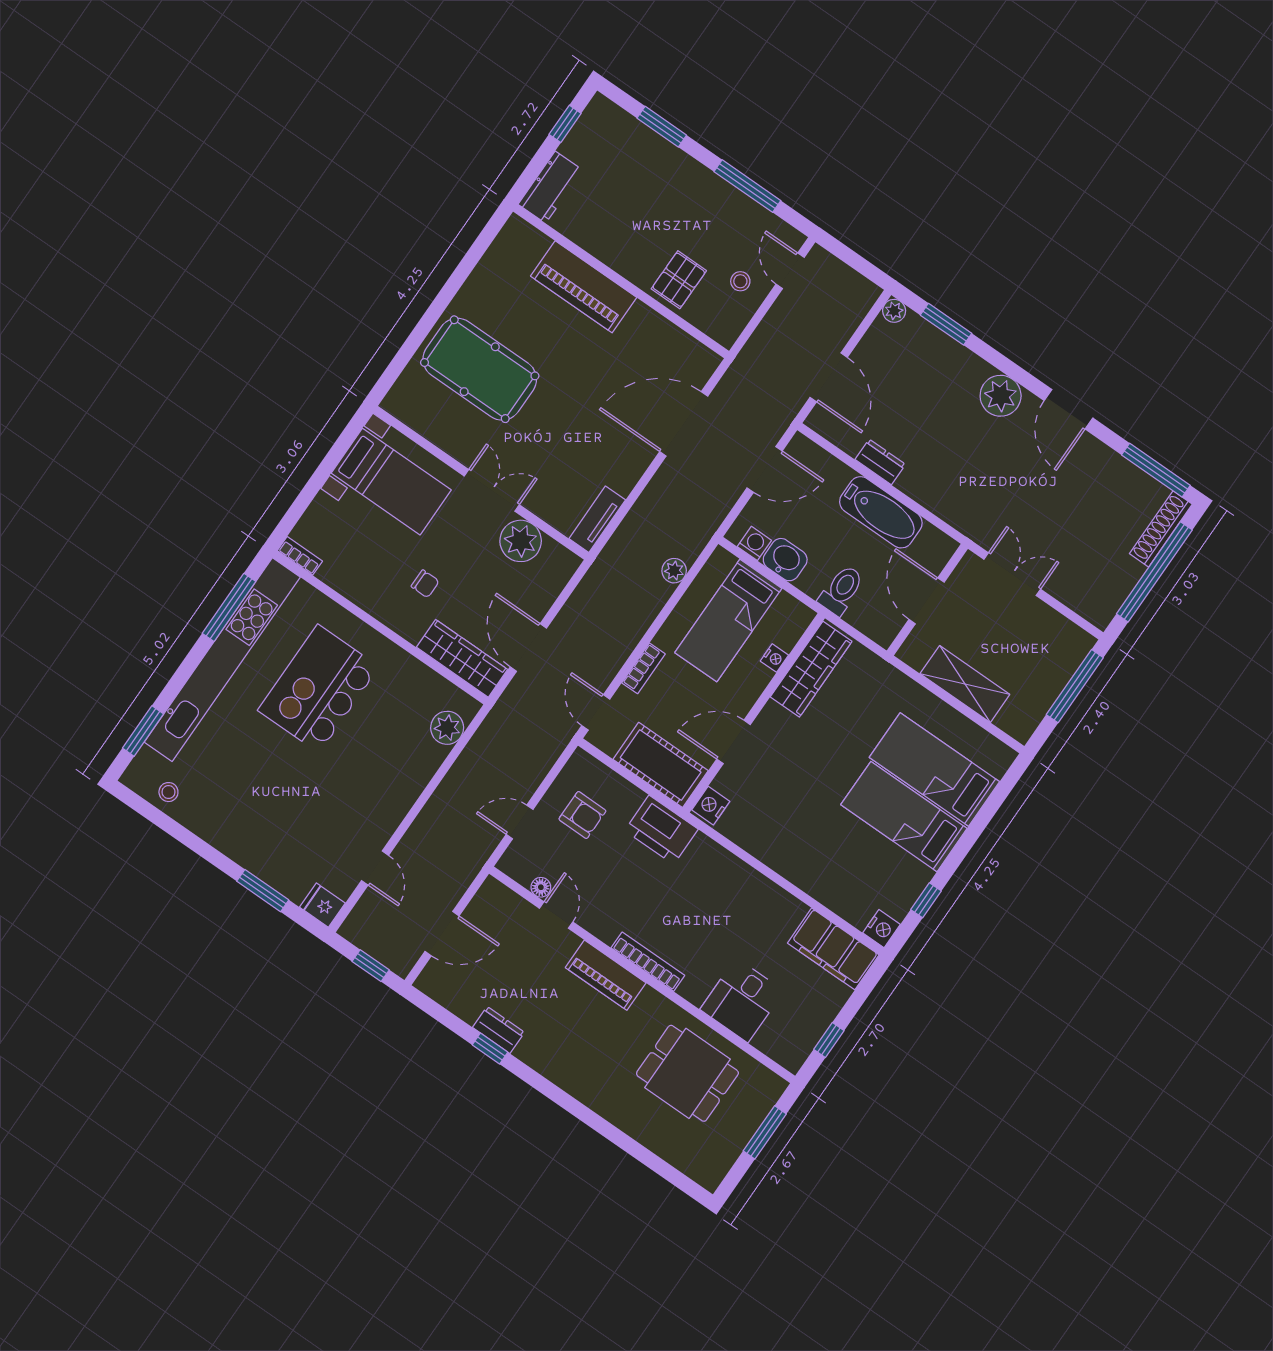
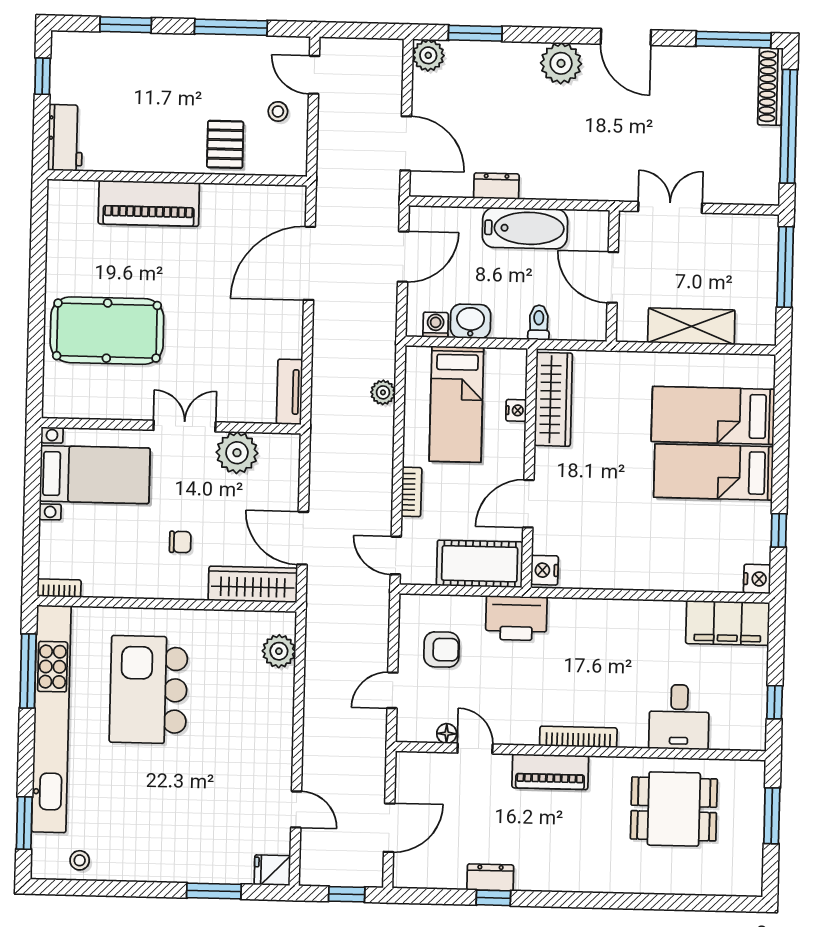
plant: (894, 311) -> (428, 55), width x1.38, depth x1.38
toilet: (841, 590) -> (539, 323), width x0.73, depth x0.72

